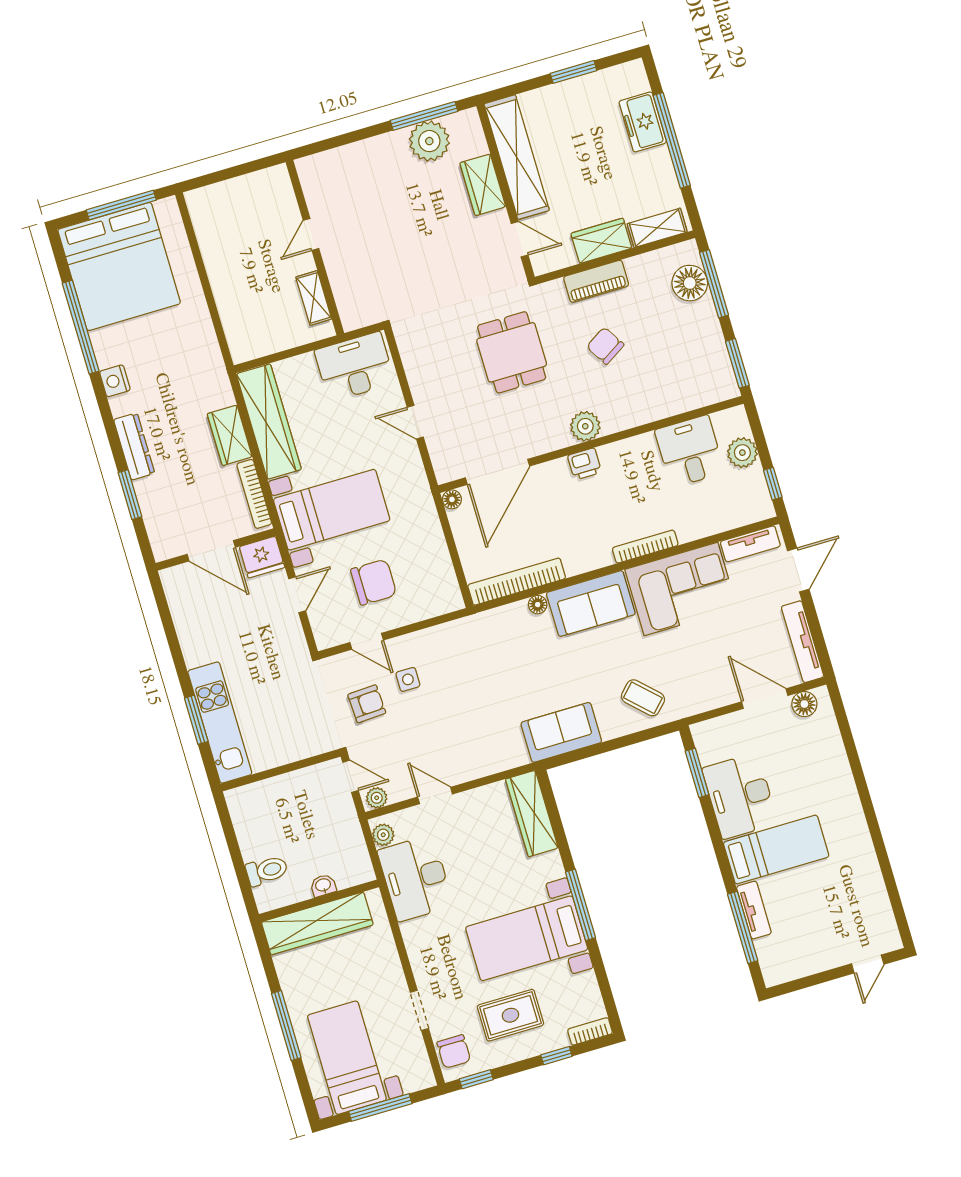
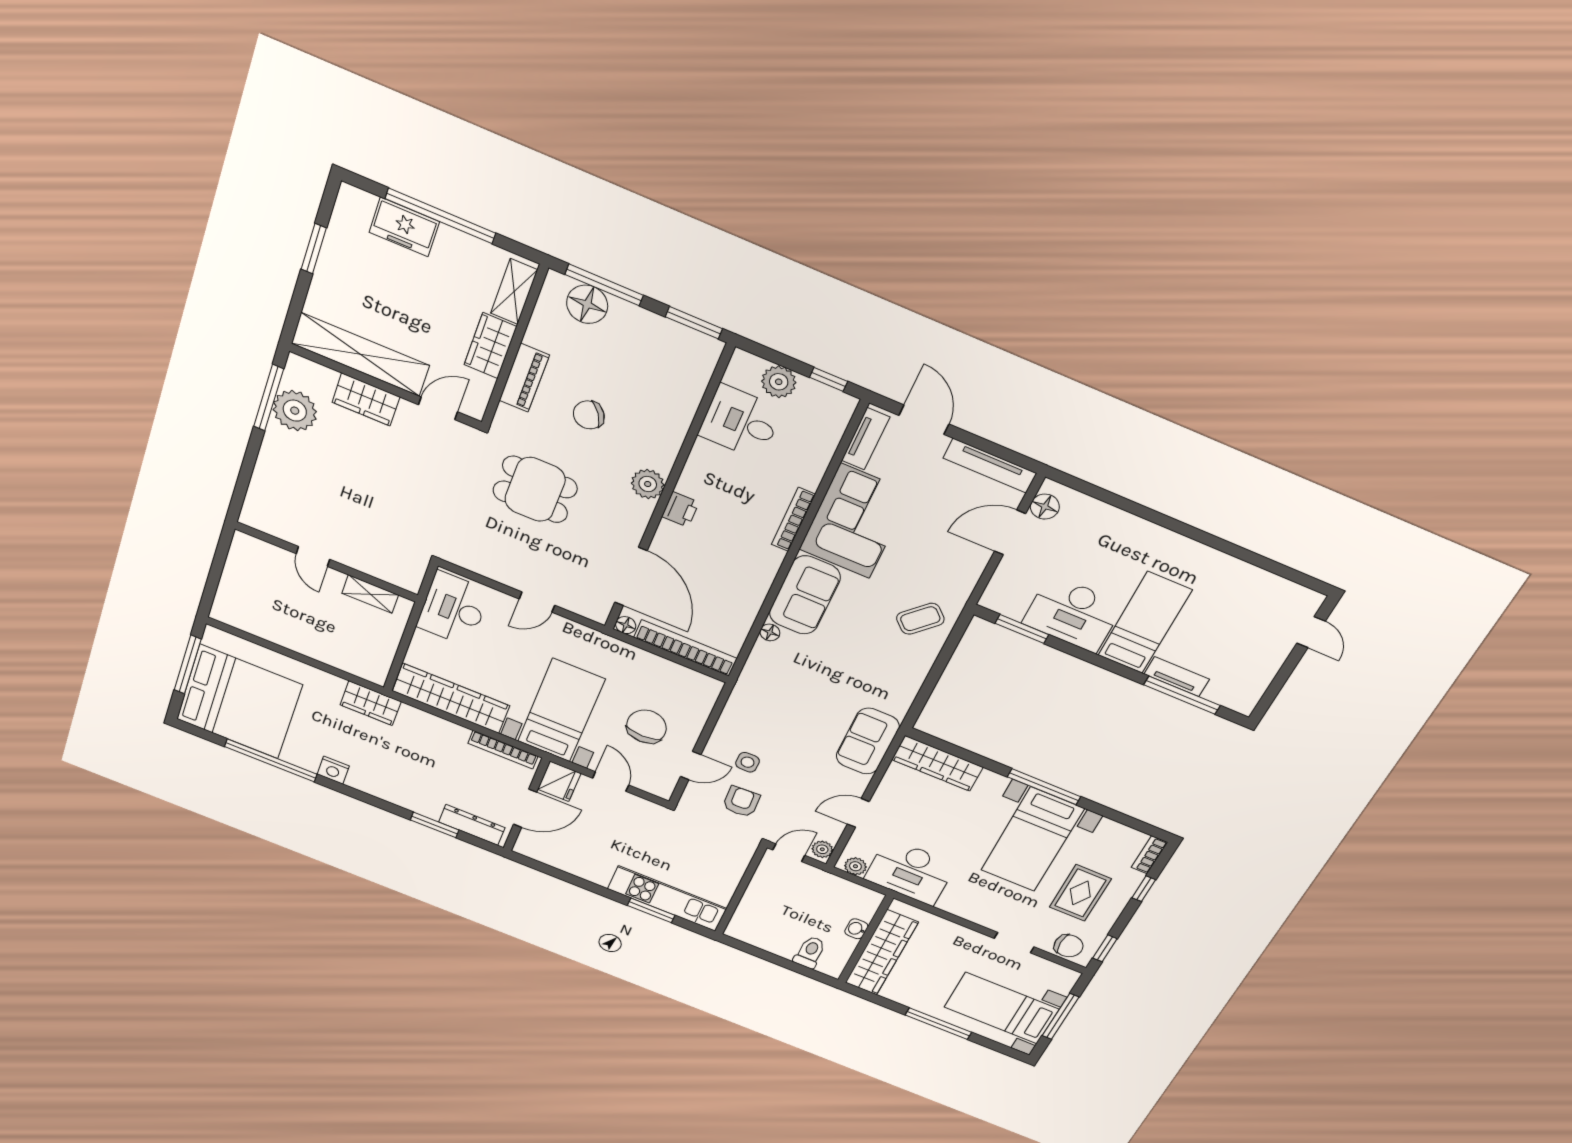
wardrobe: (230, 435) -> (371, 703), moved
dresser: (134, 446) -> (472, 825), moved
bookcase: (517, 582) -> (685, 648), moved, turned 90
sofa: (561, 732) -> (868, 741), moved

